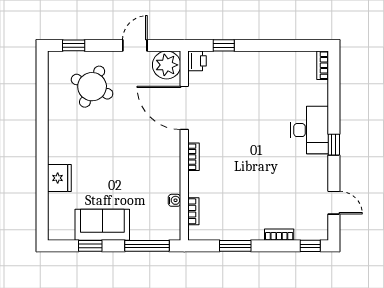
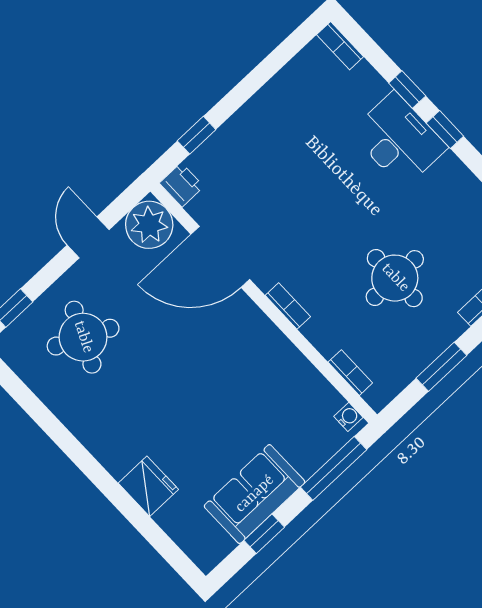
window: (334, 112) -> (407, 90), added
round table: (251, 188) -> (395, 278), added
water cooler: (174, 200) -> (348, 417), moved

